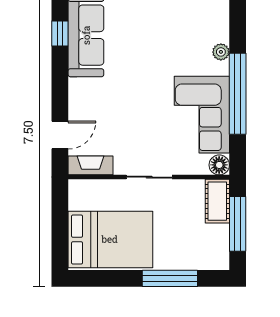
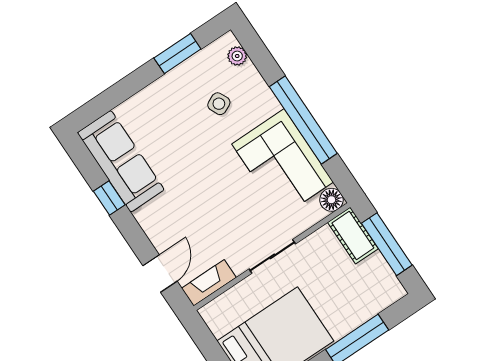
window: (60, 34) -> (109, 198), moved
side table: (185, 41) -> (219, 104), added
plant: (221, 52) -> (237, 56), moved

